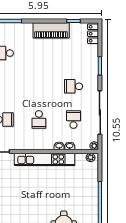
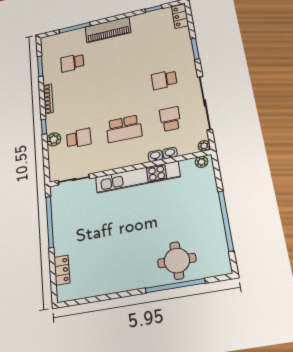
piano: (51, 30) -> (108, 30), moved
school desk: (39, 119) -> (124, 129), width x1.85

